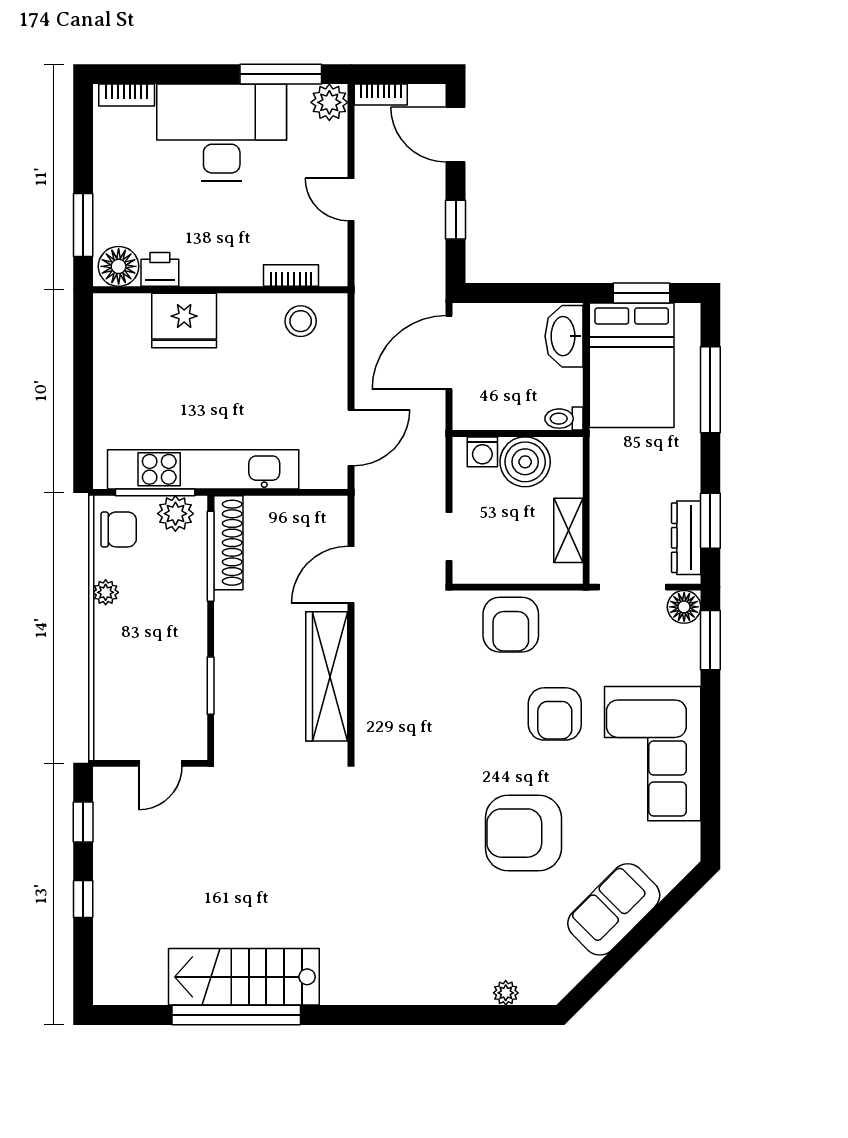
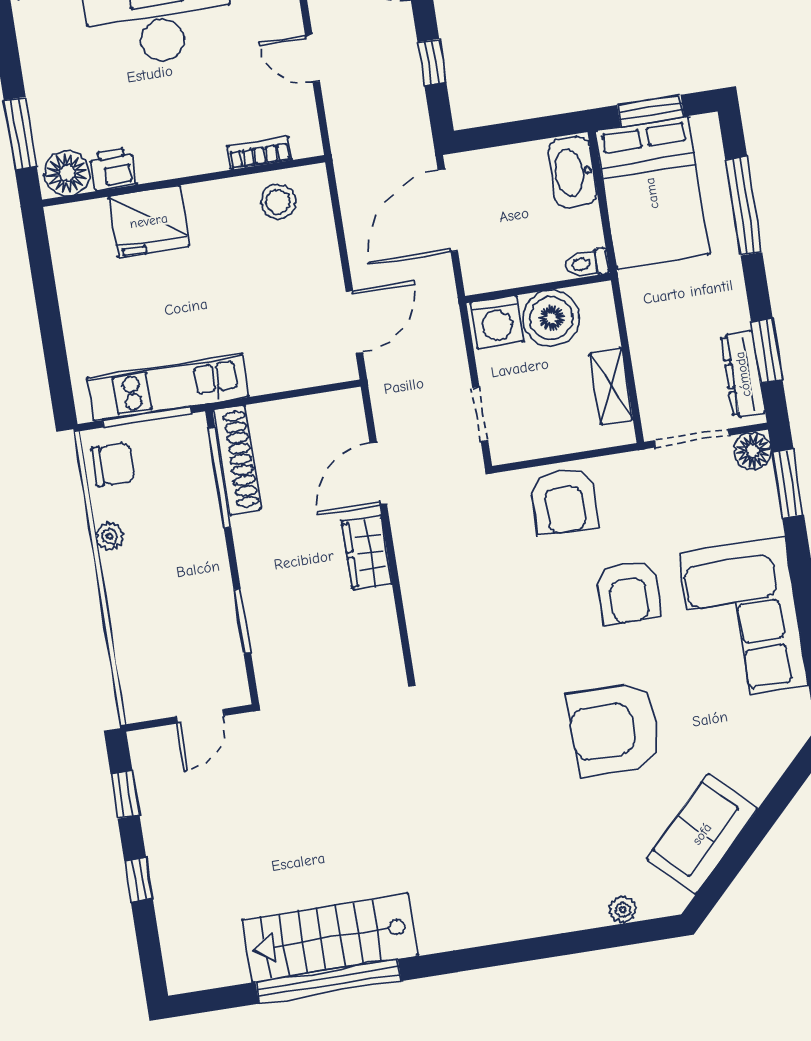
washing machine: (482, 452) -> (497, 322), width x1.38, depth x1.38
kitchen unit: (203, 469) -> (168, 387), width x0.73
plant: (175, 514) -> (173, 437), removed
wardrobe: (327, 676) -> (367, 553), width x0.48, depth x0.85
sofa: (614, 909) -> (702, 834), moved

